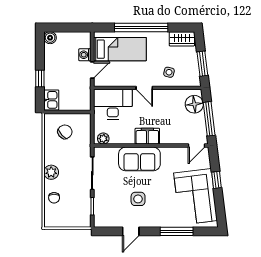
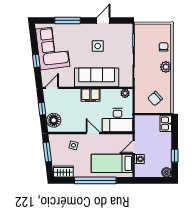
window: (40, 79) -> (175, 156), moved
window: (209, 119) -> (42, 109), width x0.46
sofa: (139, 159) -> (97, 77), width x1.36

